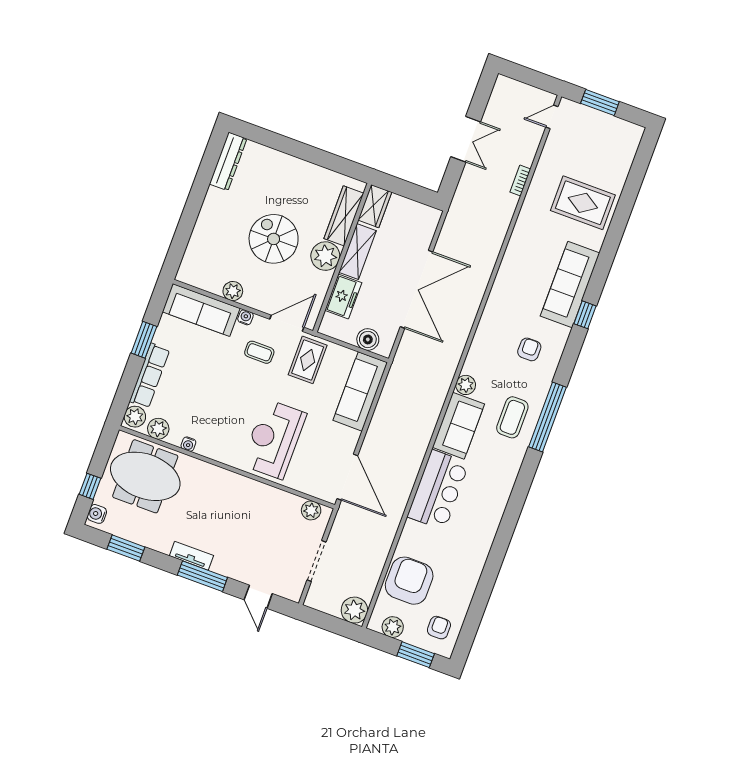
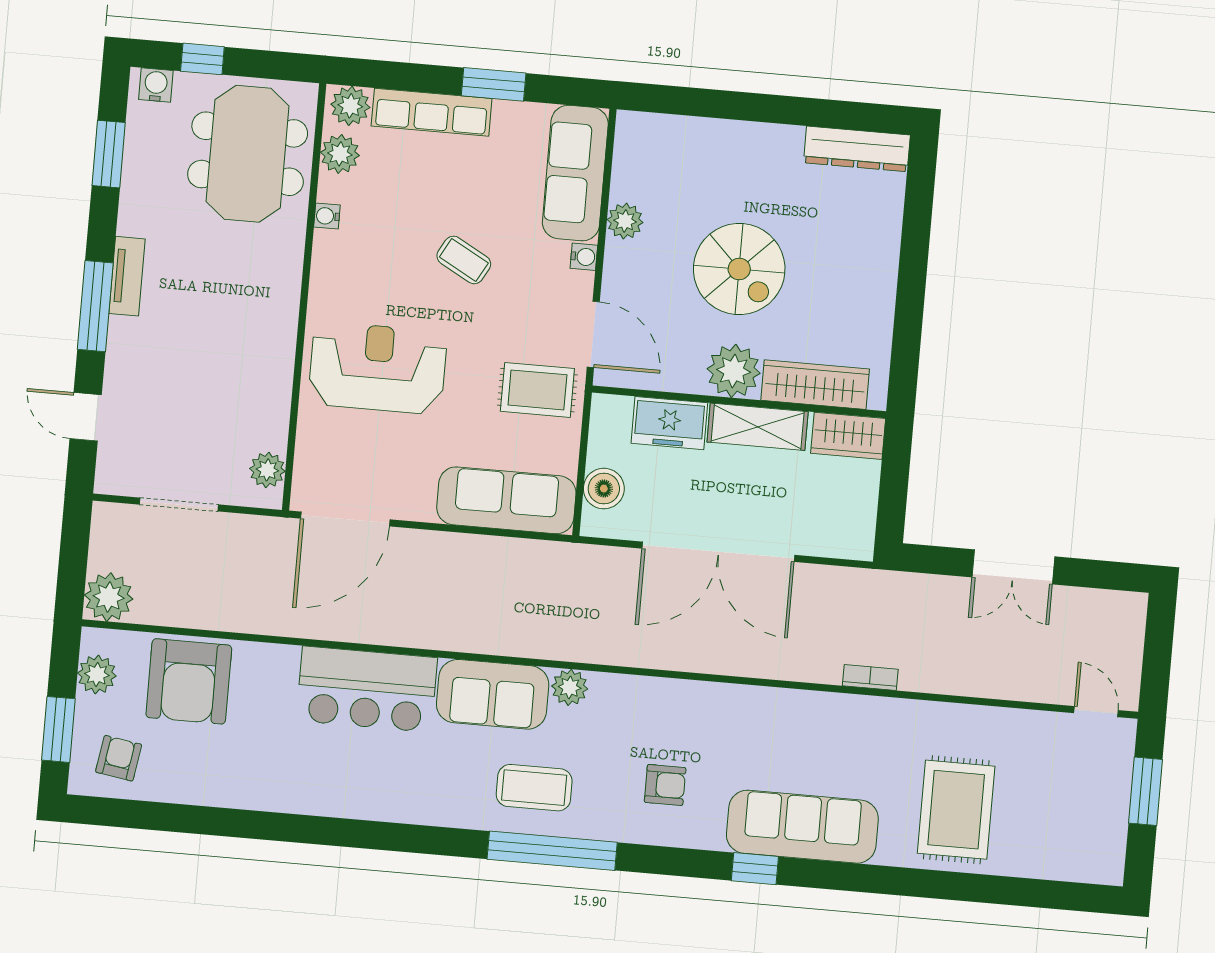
bookcase: (520, 181) -> (870, 677), moved
spiral stairs: (274, 239) -> (739, 269), turned 90
coffee table: (259, 352) -> (464, 260), moved, turned -61
armchair: (409, 581) -> (189, 681), turned 90
door: (258, 597) -> (86, 417), hinge flipped
armchair: (439, 628) -> (119, 758), turned -81

